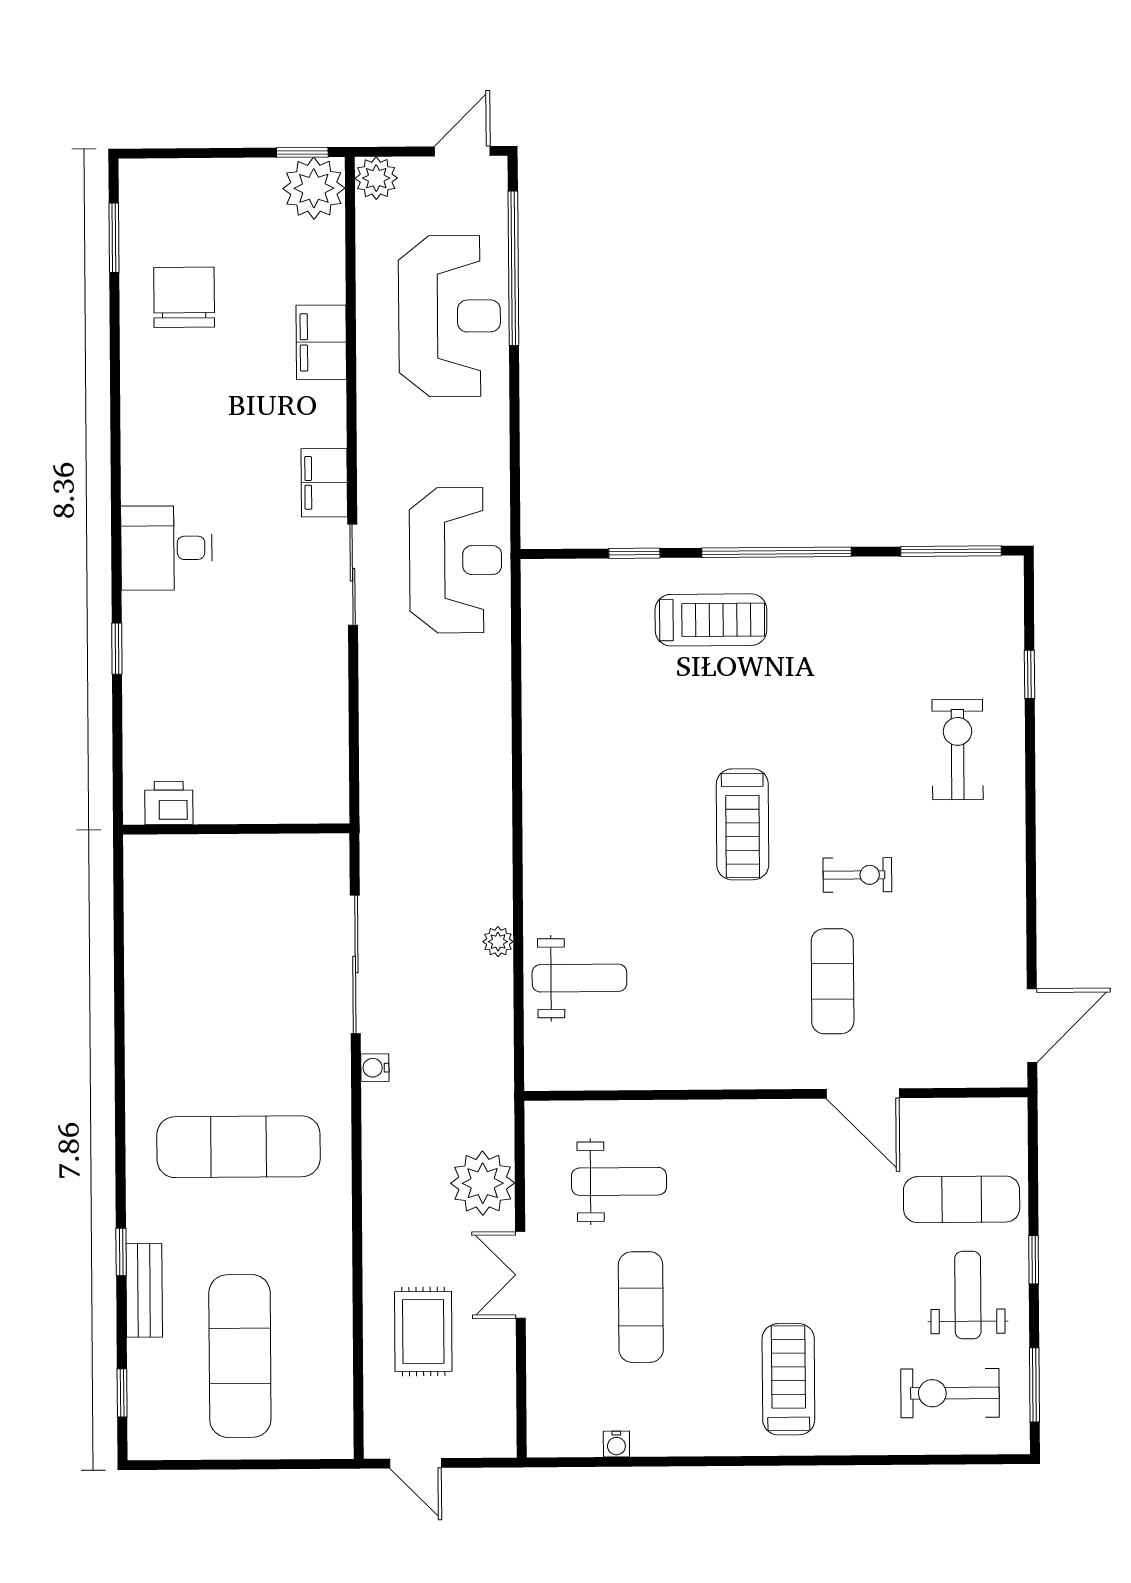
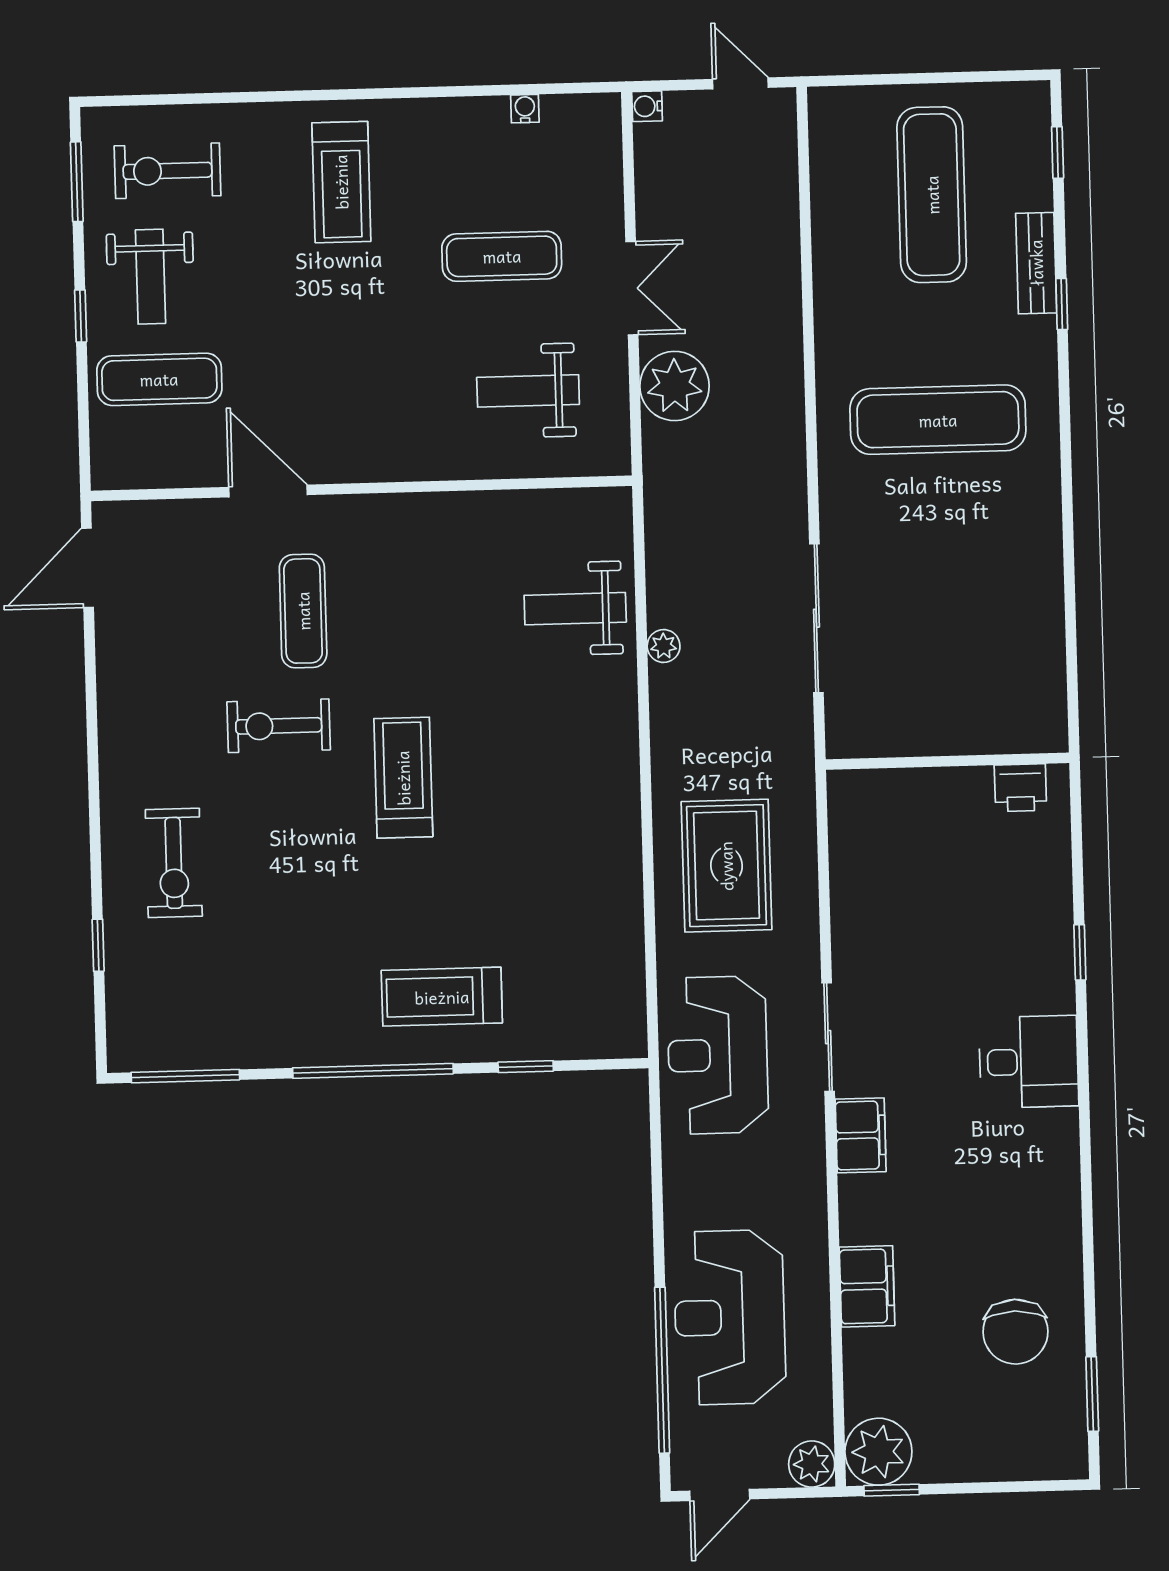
exercise bike: (857, 875) -> (279, 726), width x1.38, depth x1.39
water cooler: (375, 1068) -> (647, 106), moved, turned 180
exercise mat: (641, 1307) -> (502, 256), turned 90
rug: (423, 1331) -> (726, 866), moved, width x1.36, depth x1.43
exercise bike: (950, 1393) -> (167, 171), turned 180

